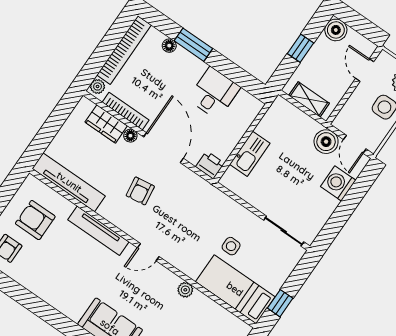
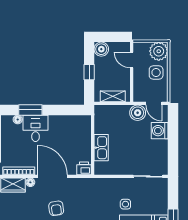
desk: (214, 93) -> (36, 128), moved

